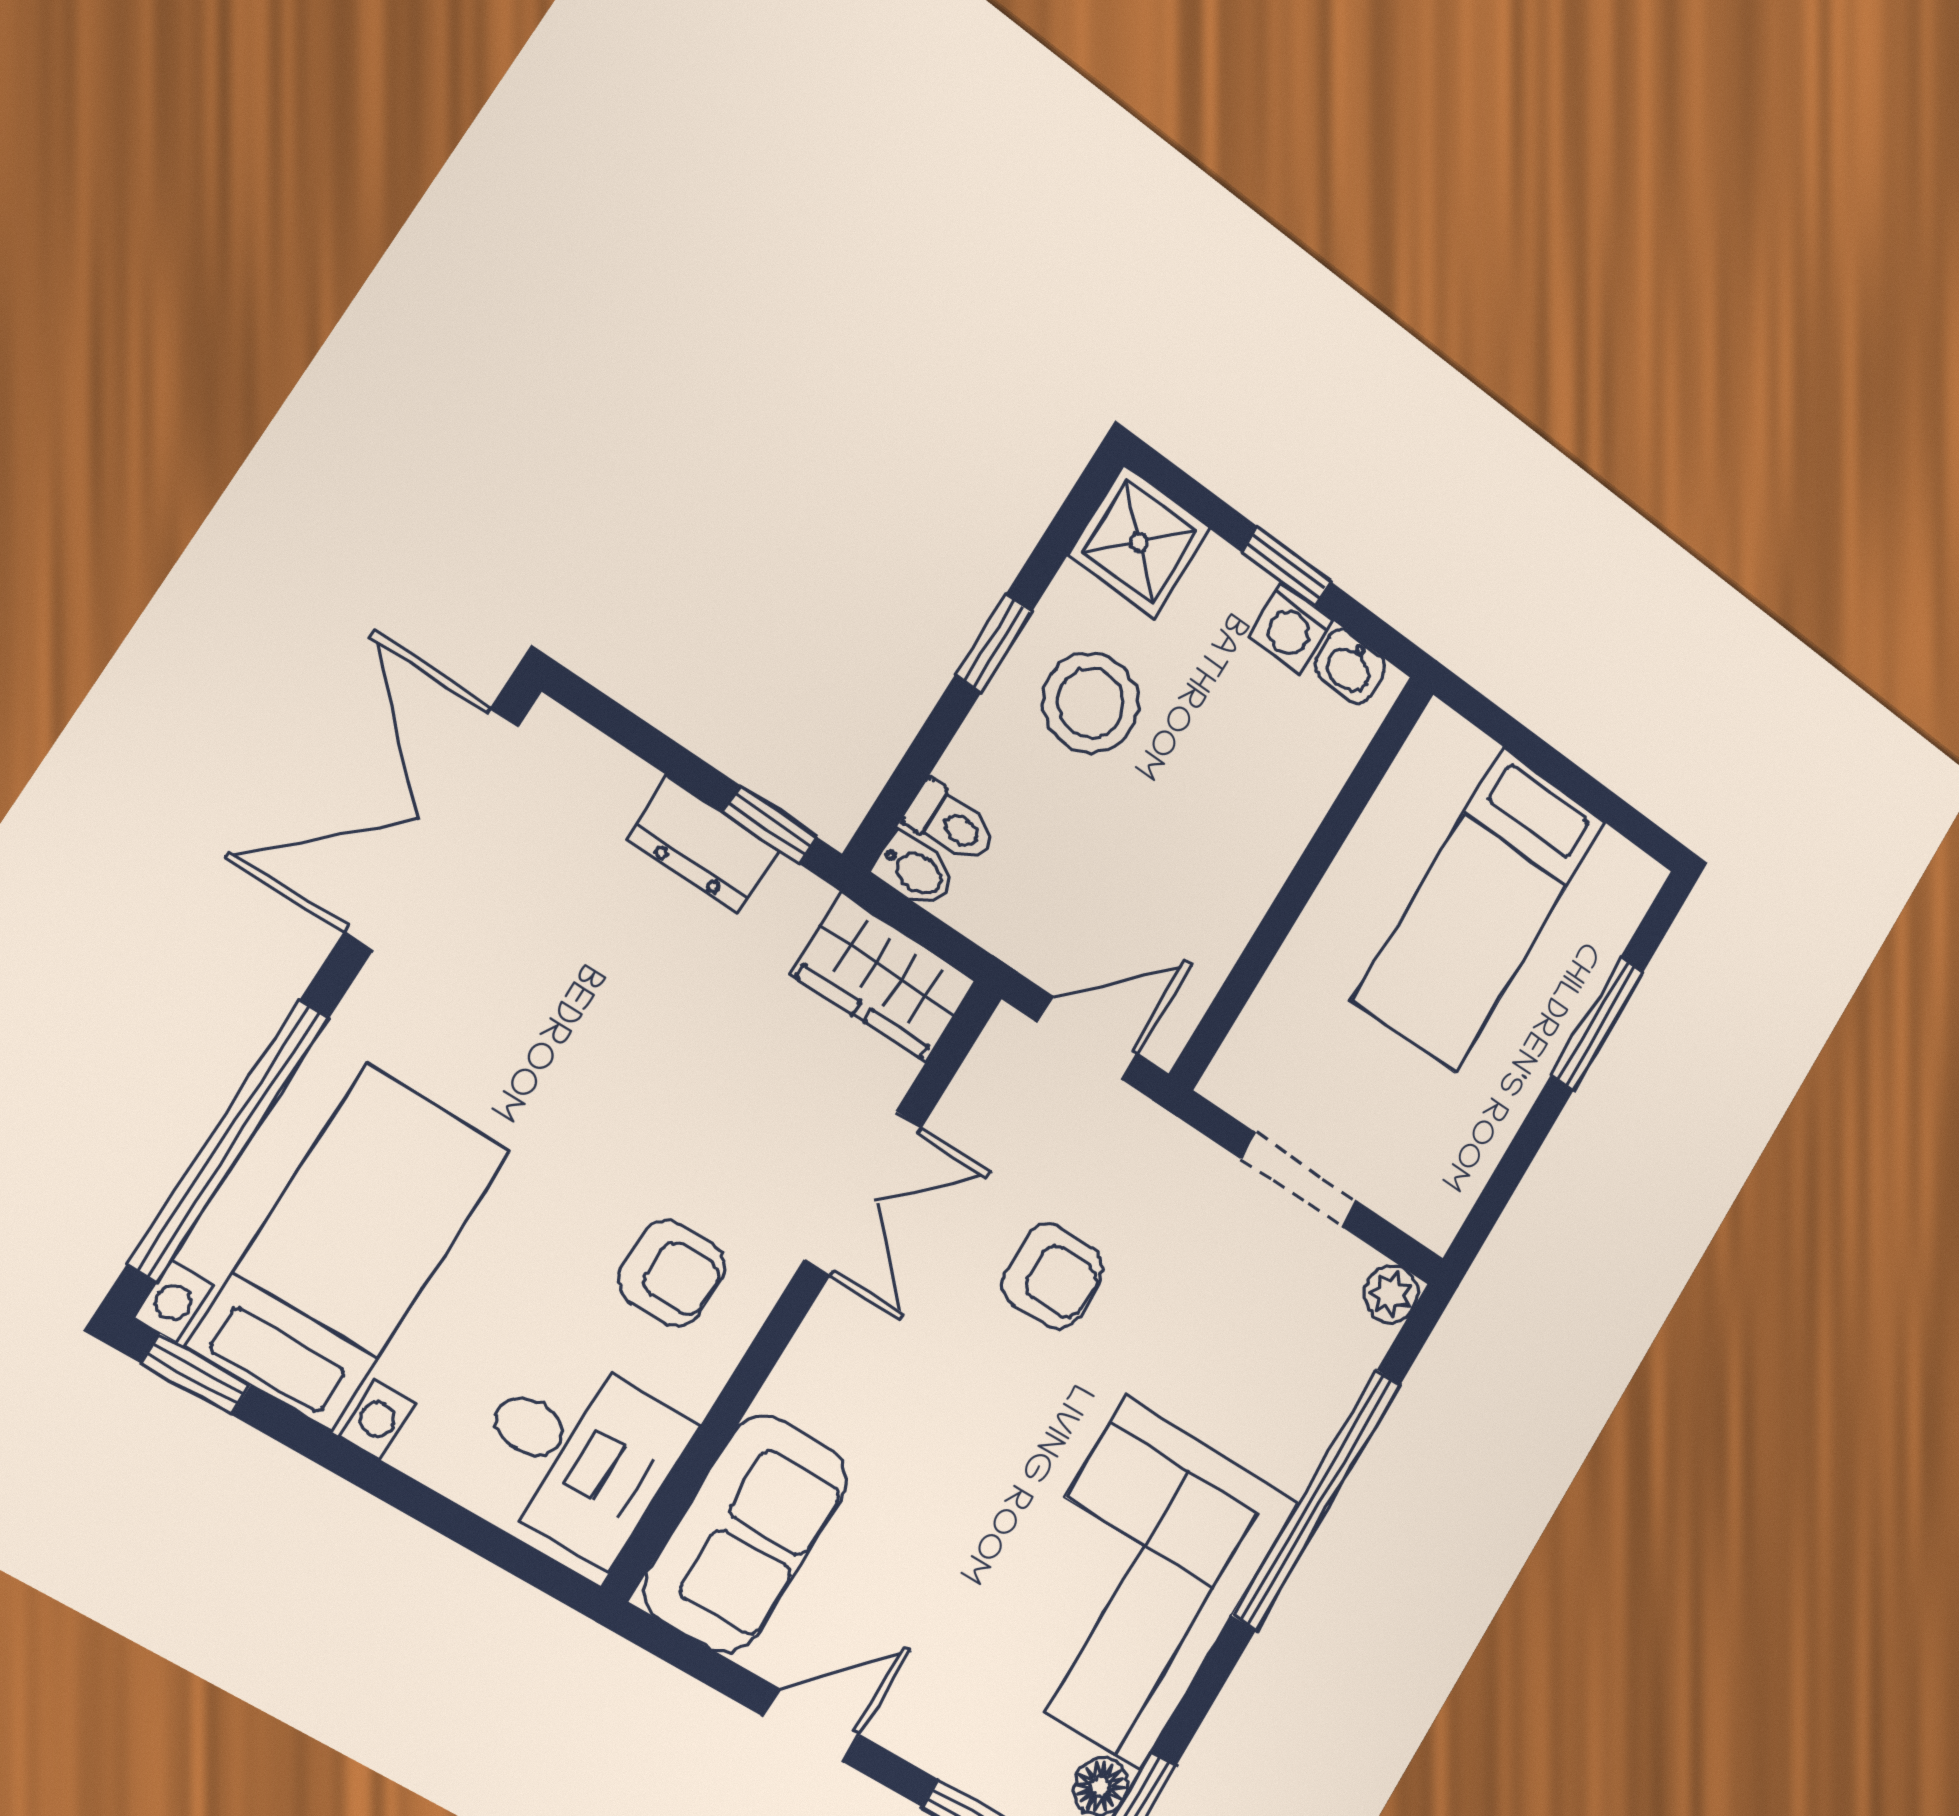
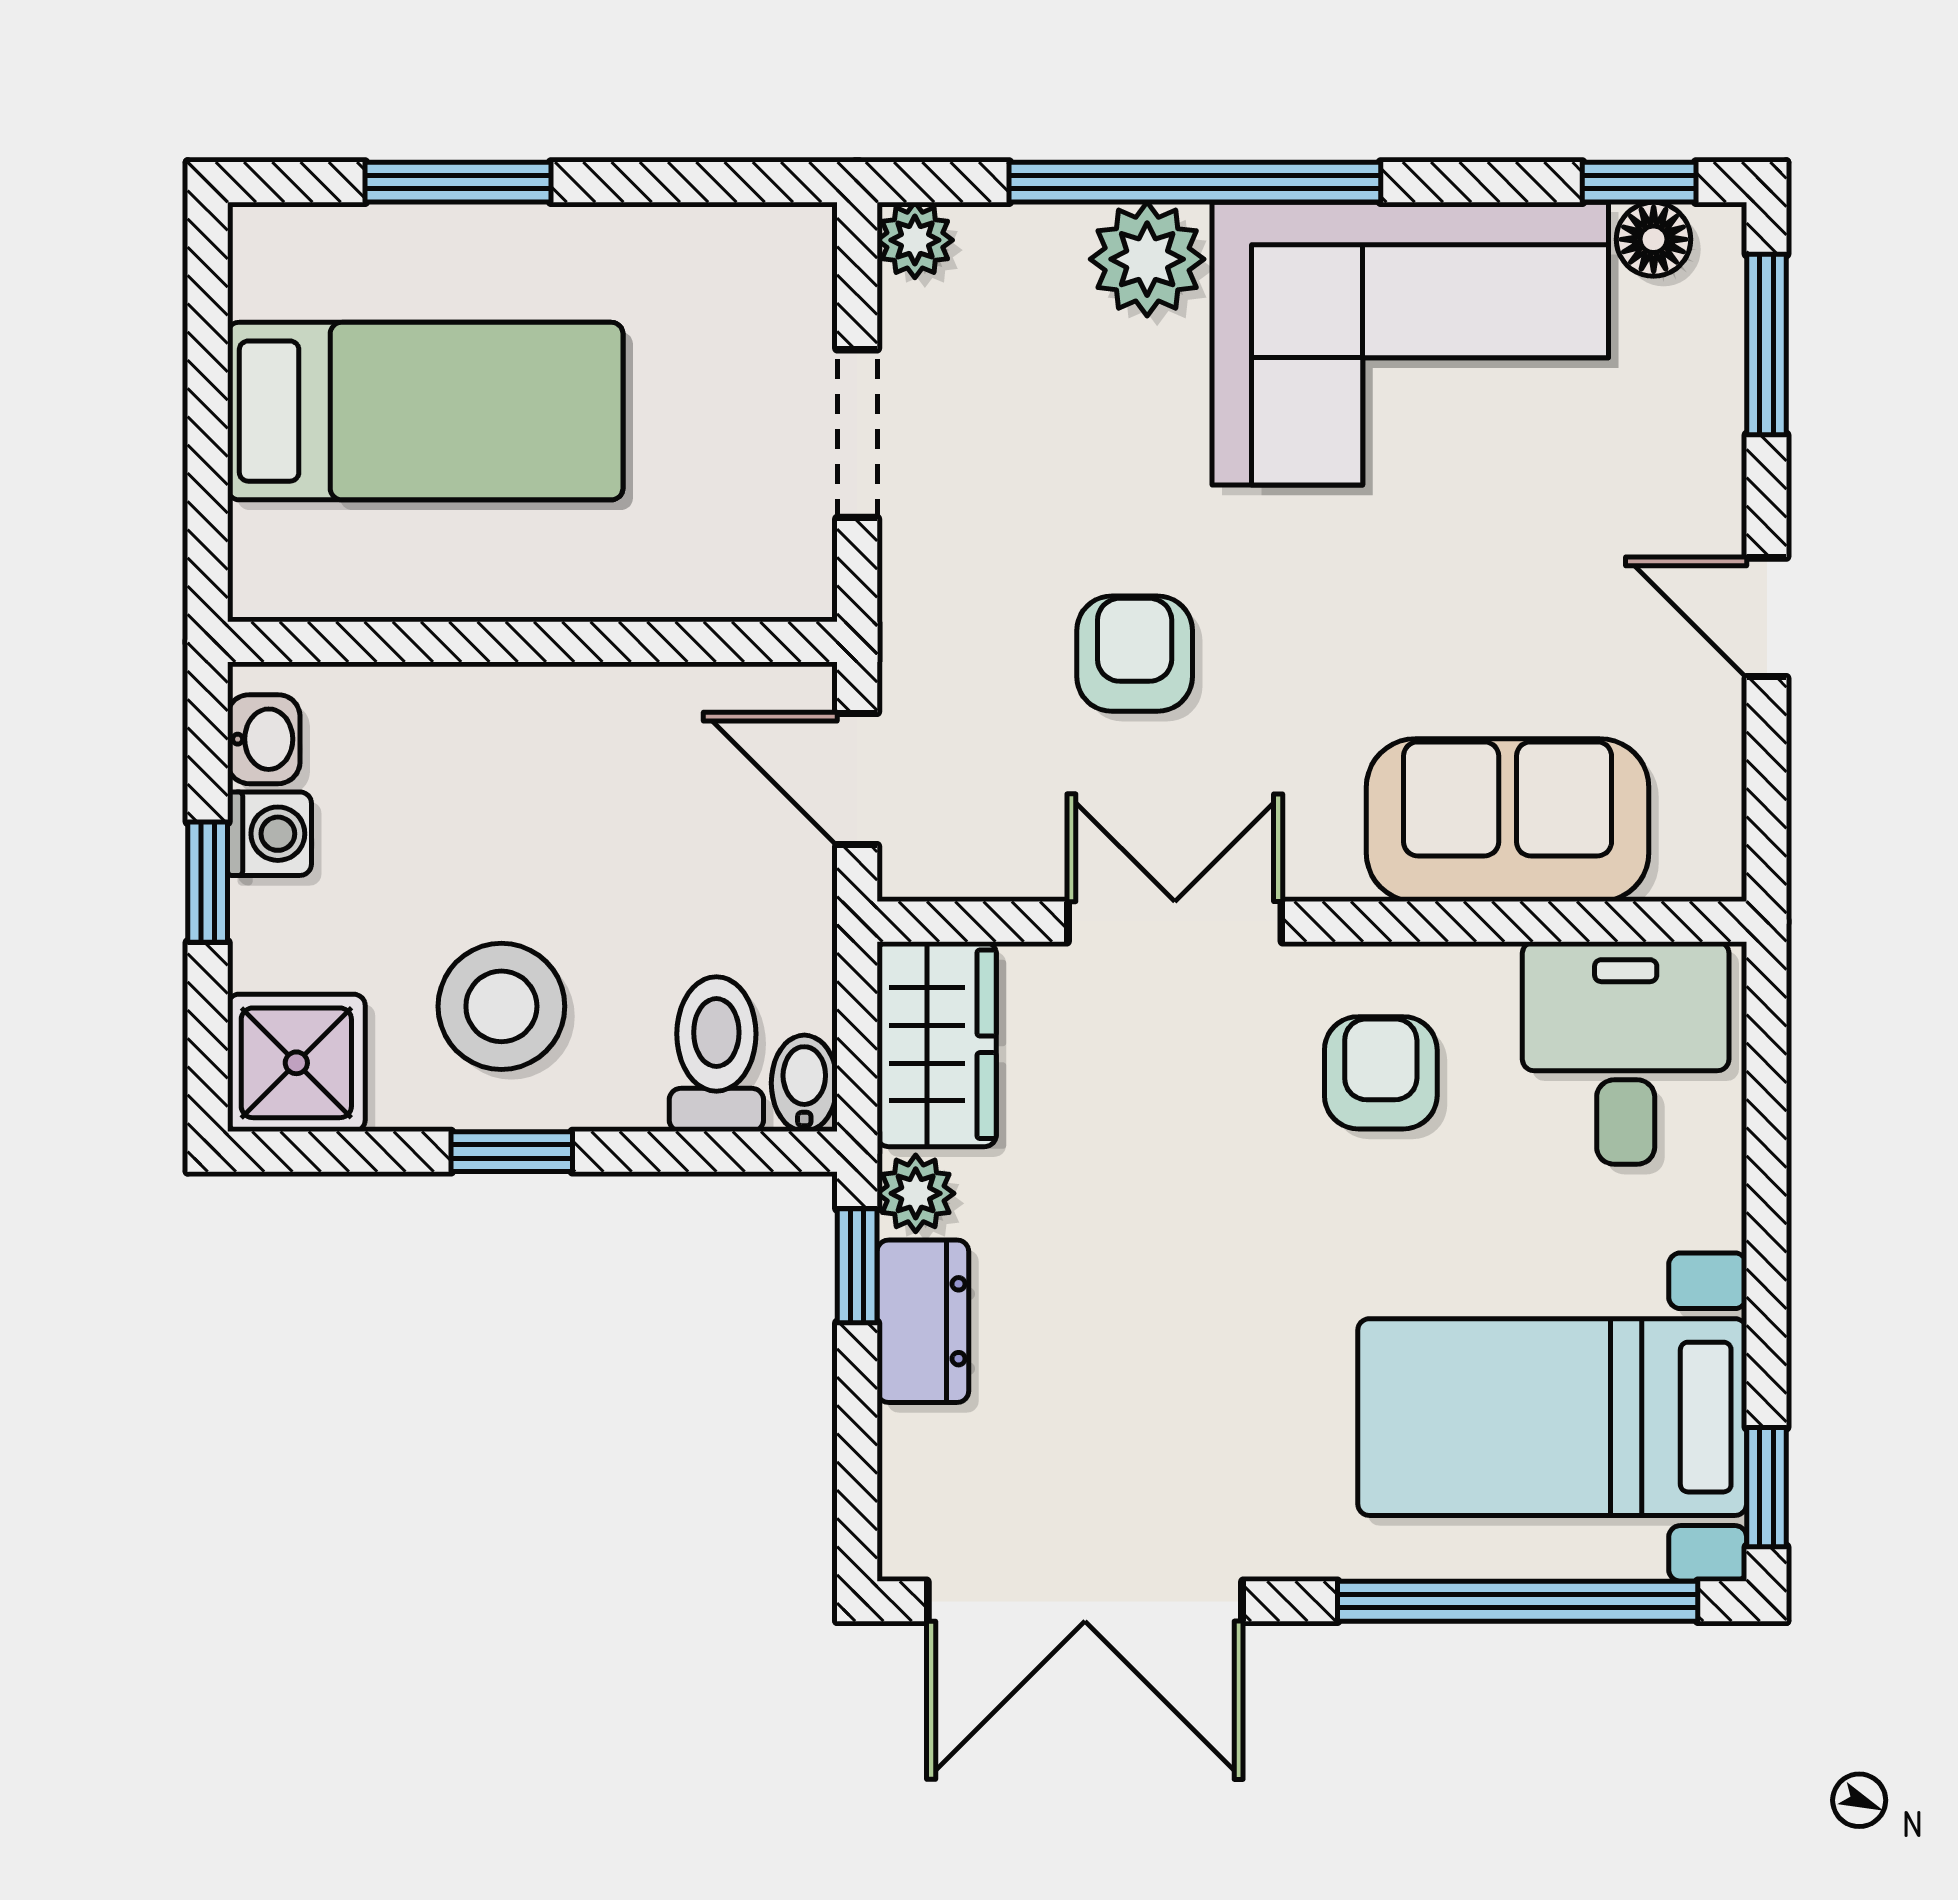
toilet: (951, 823) -> (716, 1054), width x1.37, depth x1.39
plant: (793, 898) -> (916, 1193), added
plant: (1290, 1439) -> (1147, 259), added
sofa: (746, 1534) -> (1508, 820), moved

